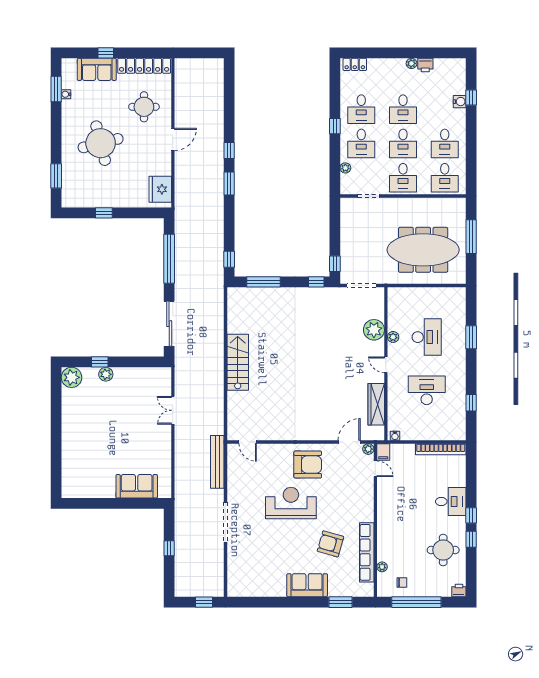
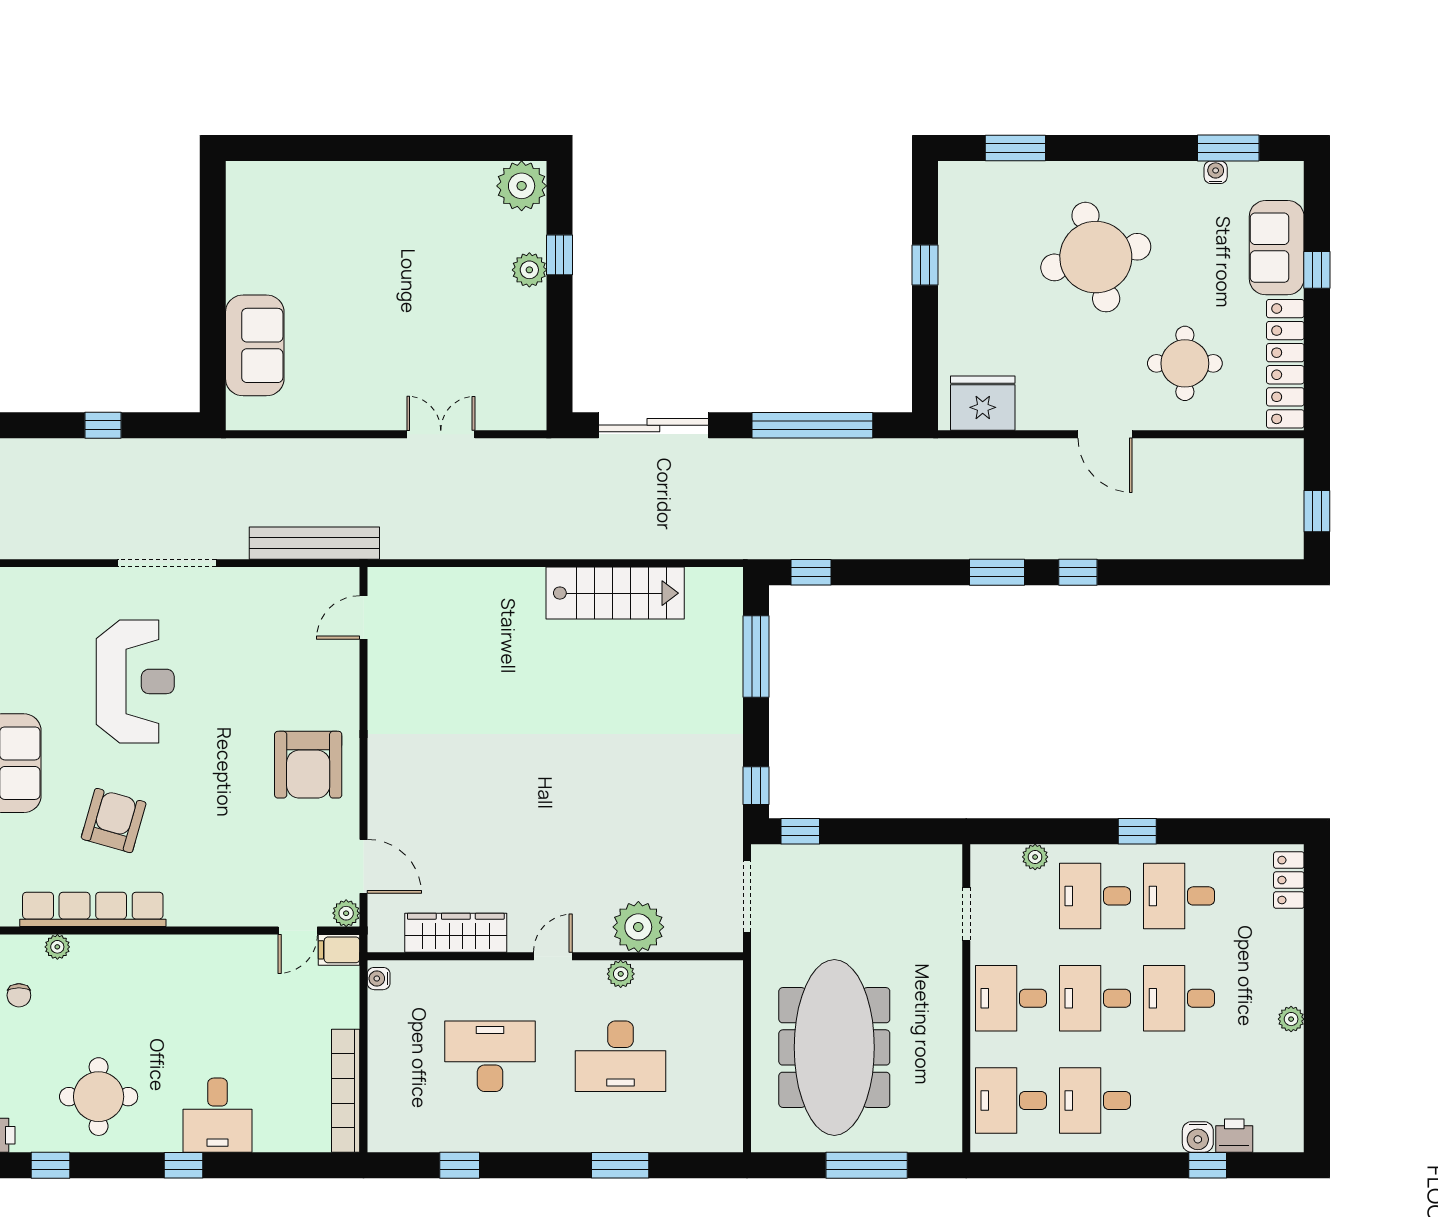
window: (204, 53) -> (1317, 511), added
printer: (425, 65) -> (1234, 1136), moved, turned 90
stairs: (238, 362) -> (615, 593), moved
desk: (427, 390) -> (490, 1056), turned -90
reception desk: (291, 503) -> (135, 681), moved
window: (471, 539) -> (51, 1165), moved

